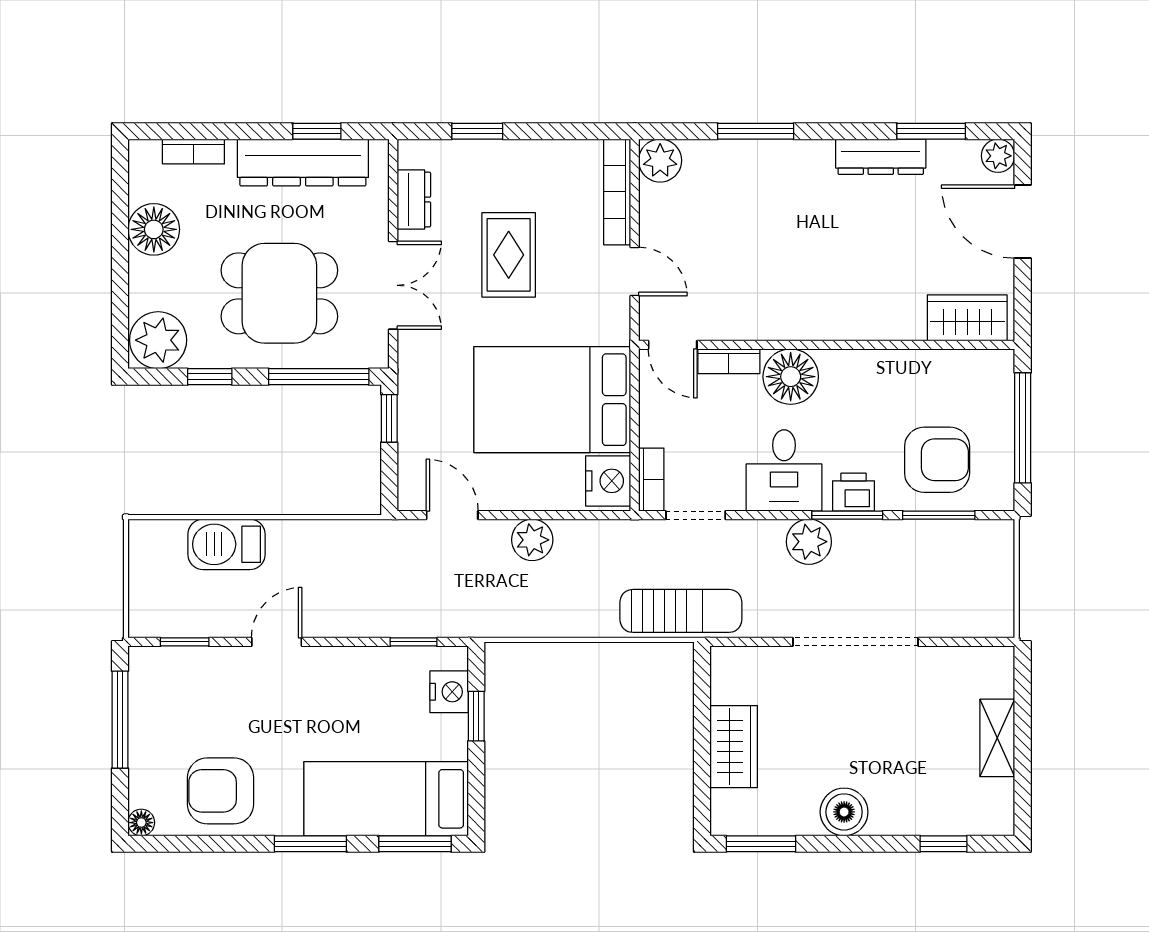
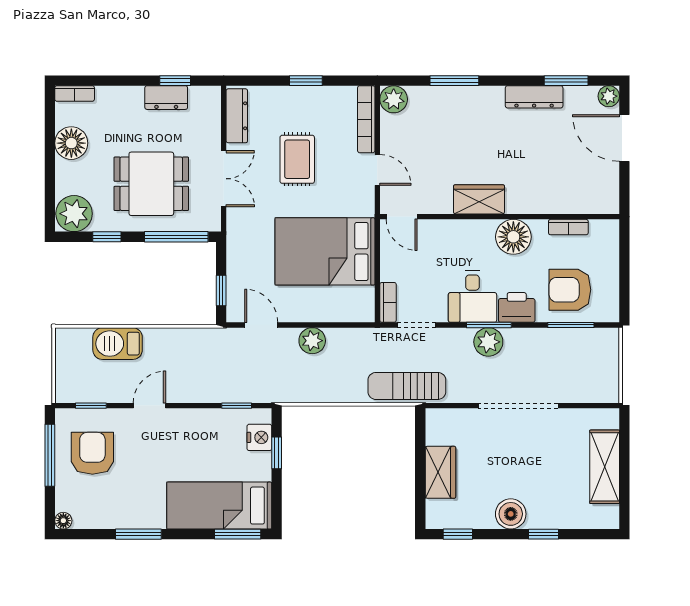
window: (477, 131) -> (306, 81), moved
bookcase: (193, 152) -> (75, 93), moved
dresser: (303, 162) -> (166, 98), width x0.51, depth x0.80
dresser: (414, 200) -> (237, 116), width x1.44
wardrobe: (967, 318) -> (479, 199), moved
bookcase: (729, 361) -> (568, 227), moved
floor lamp: (791, 377) -> (513, 237), moved
window: (389, 418) -> (221, 290), moved
window: (1023, 428) -> (624, 269), removed
armchair: (937, 460) -> (570, 290), turned 180
nightstand: (608, 481) -> (361, 303), removed
printer: (853, 492) -> (517, 307), width x1.36, depth x1.24
window: (847, 515) -> (489, 325), moved
sun lounger: (681, 611) -> (407, 386), turned 180
shelving: (997, 738) -> (605, 467), width x1.50, depth x1.33
armchair: (221, 791) -> (92, 453), moved, turned 90
window: (310, 844) -> (138, 534), moved
window: (761, 844) -> (458, 534), width x0.67
window: (943, 844) -> (544, 534), moved

